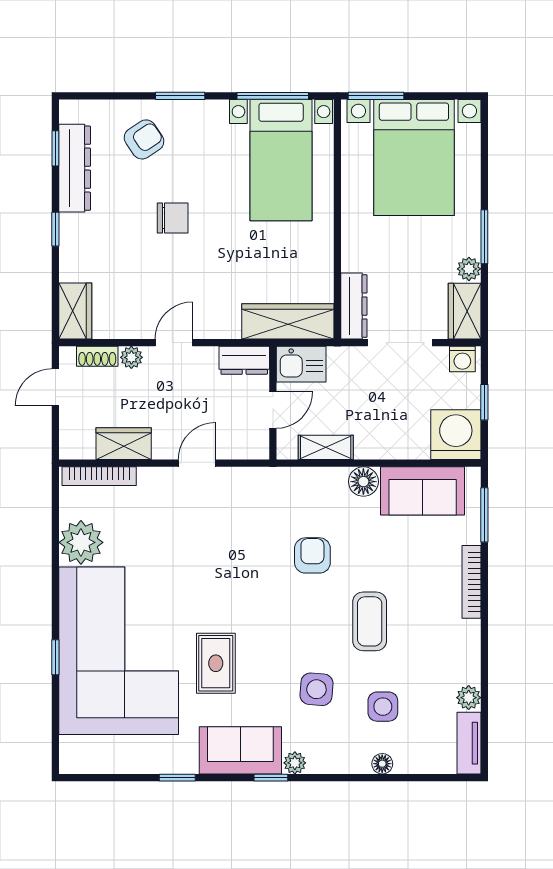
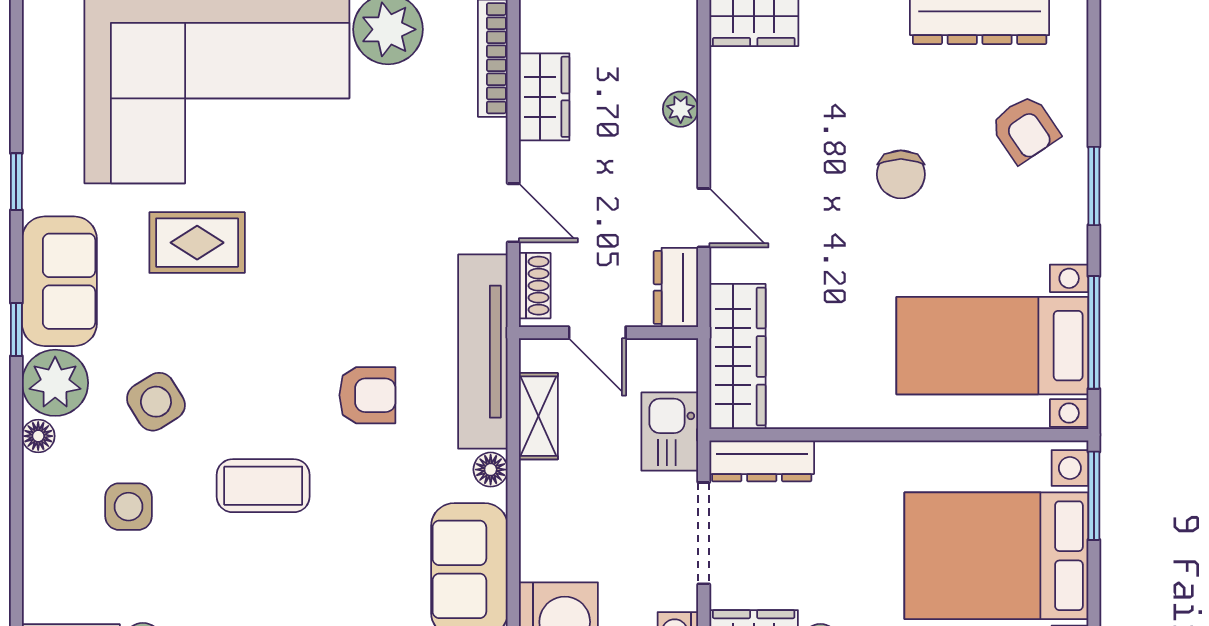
door: (174, 343) -> (704, 218), moved
shoe rack: (97, 356) -> (535, 286), moved, turned 180
kitchen sink: (301, 364) -> (670, 432), moved
tv unit: (285, 482) -> (483, 352), added
floor lamp: (363, 482) -> (491, 470), width x0.73, depth x0.73
side table: (316, 689) -> (156, 402), turned -36
plant: (295, 763) -> (55, 383), width x1.88, depth x1.88
floor lamp: (382, 764) -> (38, 436), moved

